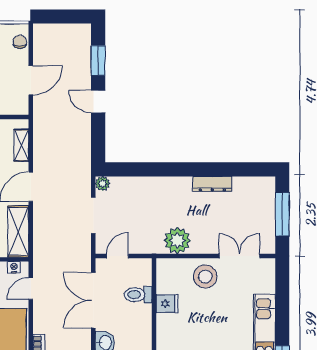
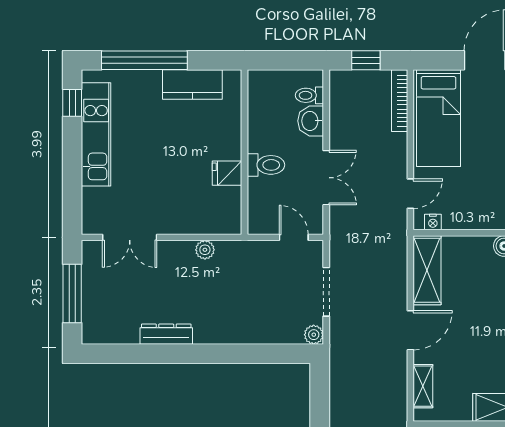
plant: (177, 241) -> (205, 250), width x0.53, depth x0.53
door: (117, 256) -> (294, 237), swing flipped
stool: (205, 276) -> (176, 210), removed
toilet: (138, 295) -> (266, 165), moved
double door: (93, 300) -> (326, 178), width x0.73

